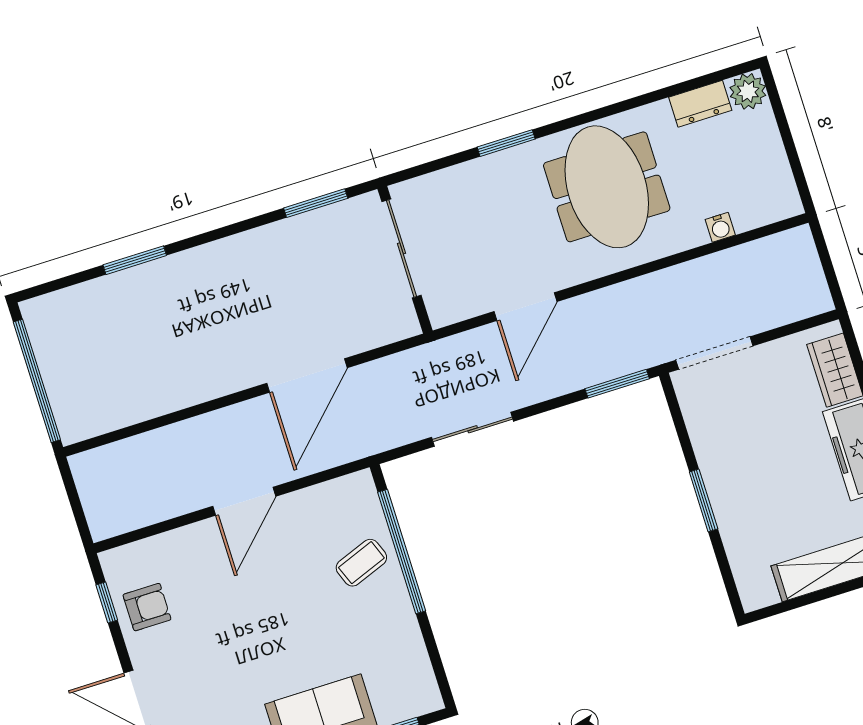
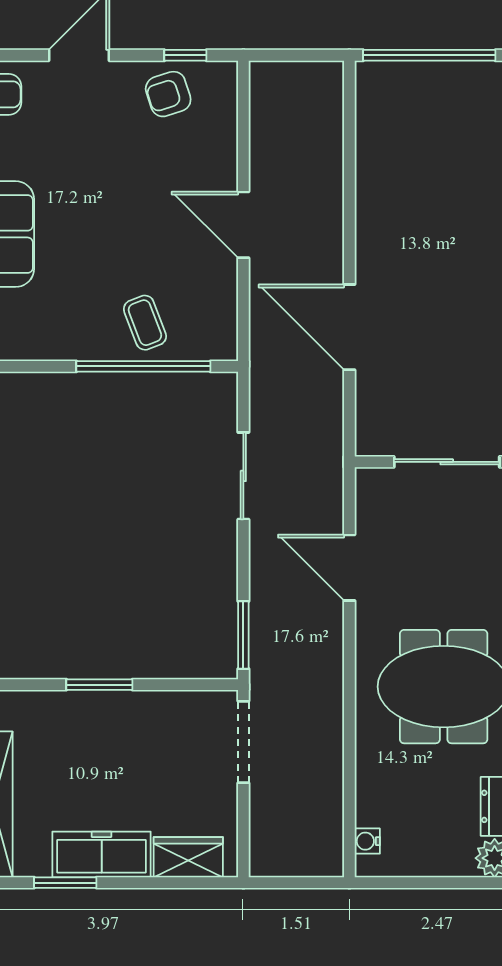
water cooler: (720, 227) -> (367, 841), moved
armchair: (147, 607) -> (168, 94), turned 72

